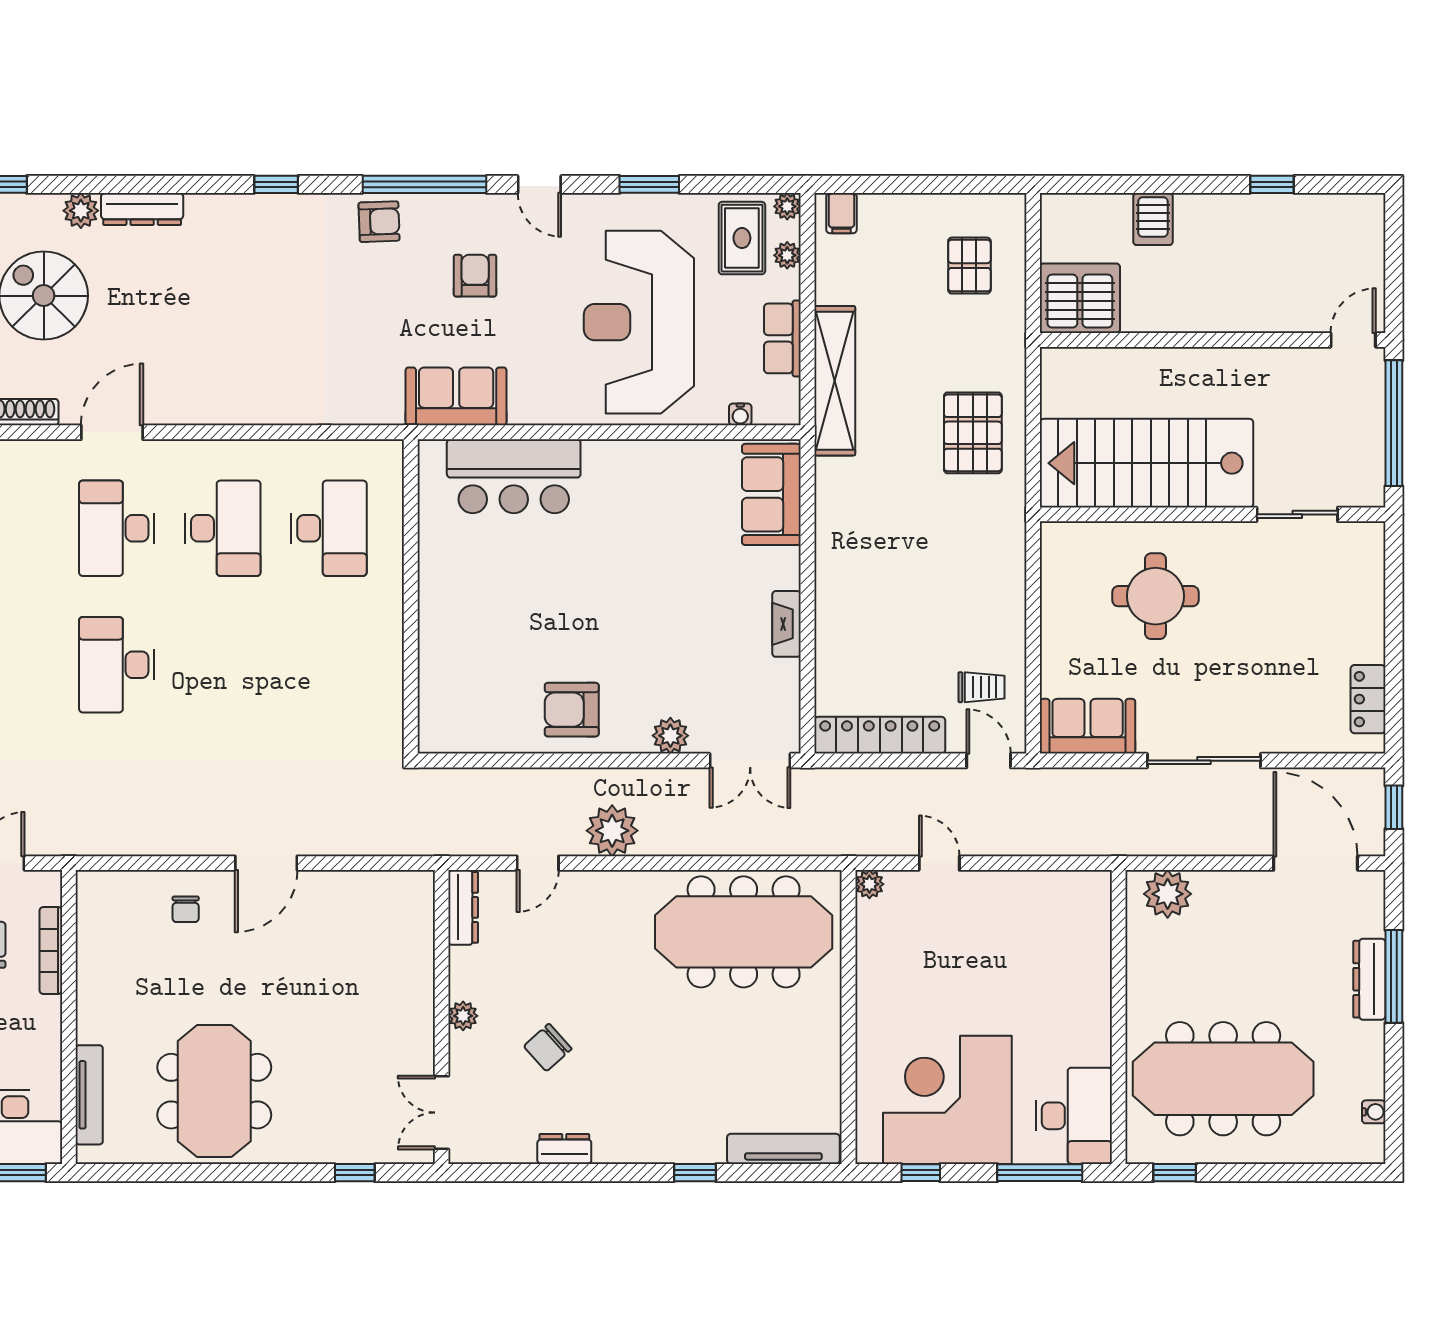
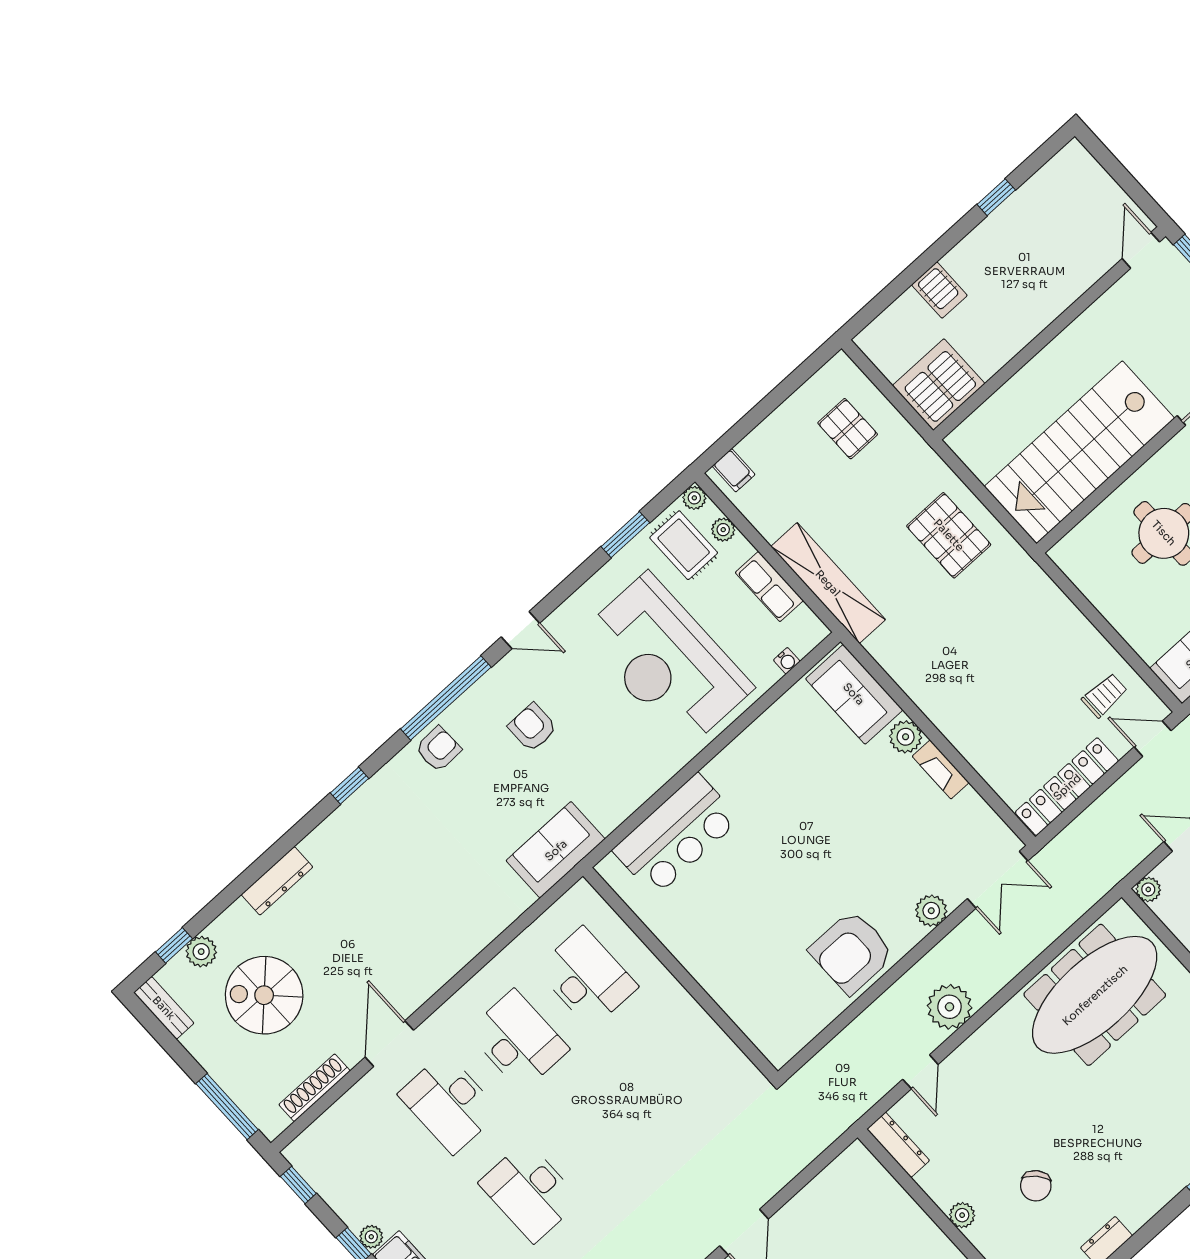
window: (649, 184) -> (625, 535), moved
plant: (81, 211) -> (201, 952), moved
sofa: (456, 396) -> (556, 850), moved
plant: (782, 570) -> (906, 737), added
armchair: (572, 710) -> (852, 952), width x1.36, depth x1.36

